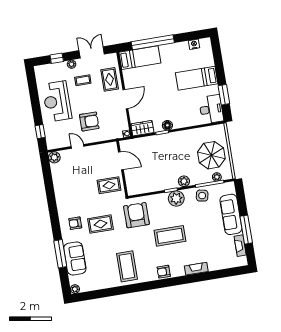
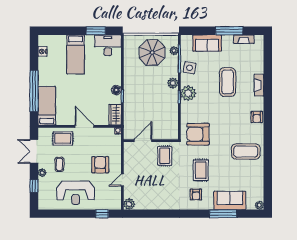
sofa: (231, 214) -> (207, 43), width x0.73
coffee table: (170, 236) -> (228, 82), moved

